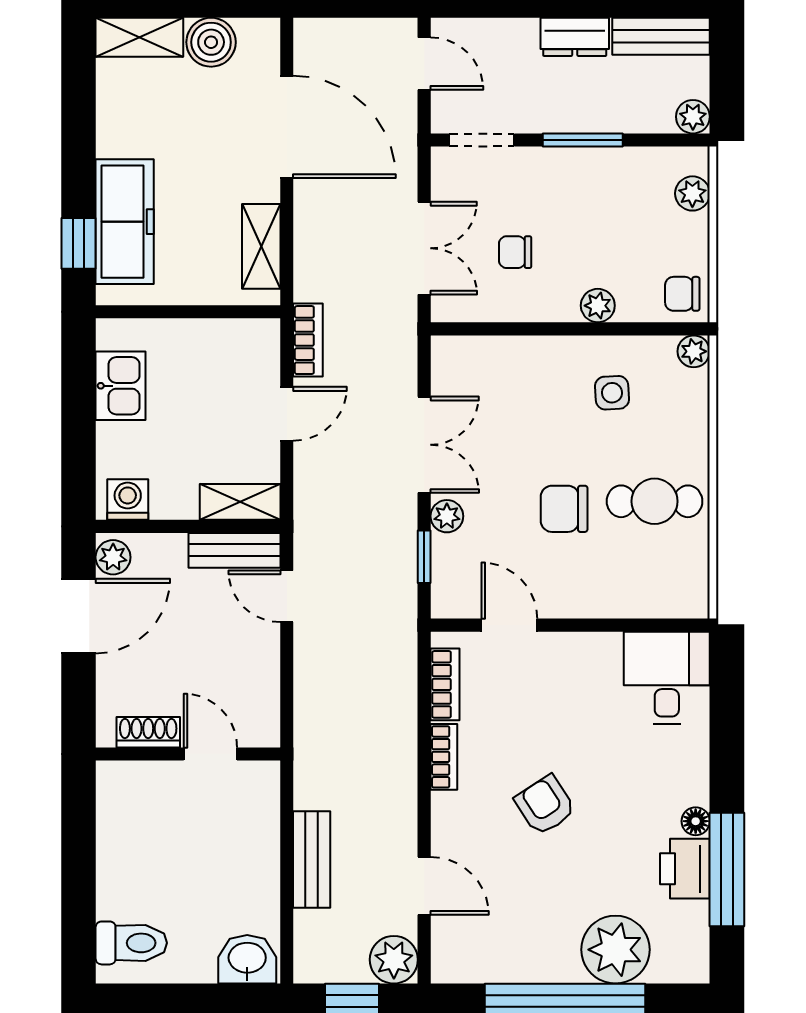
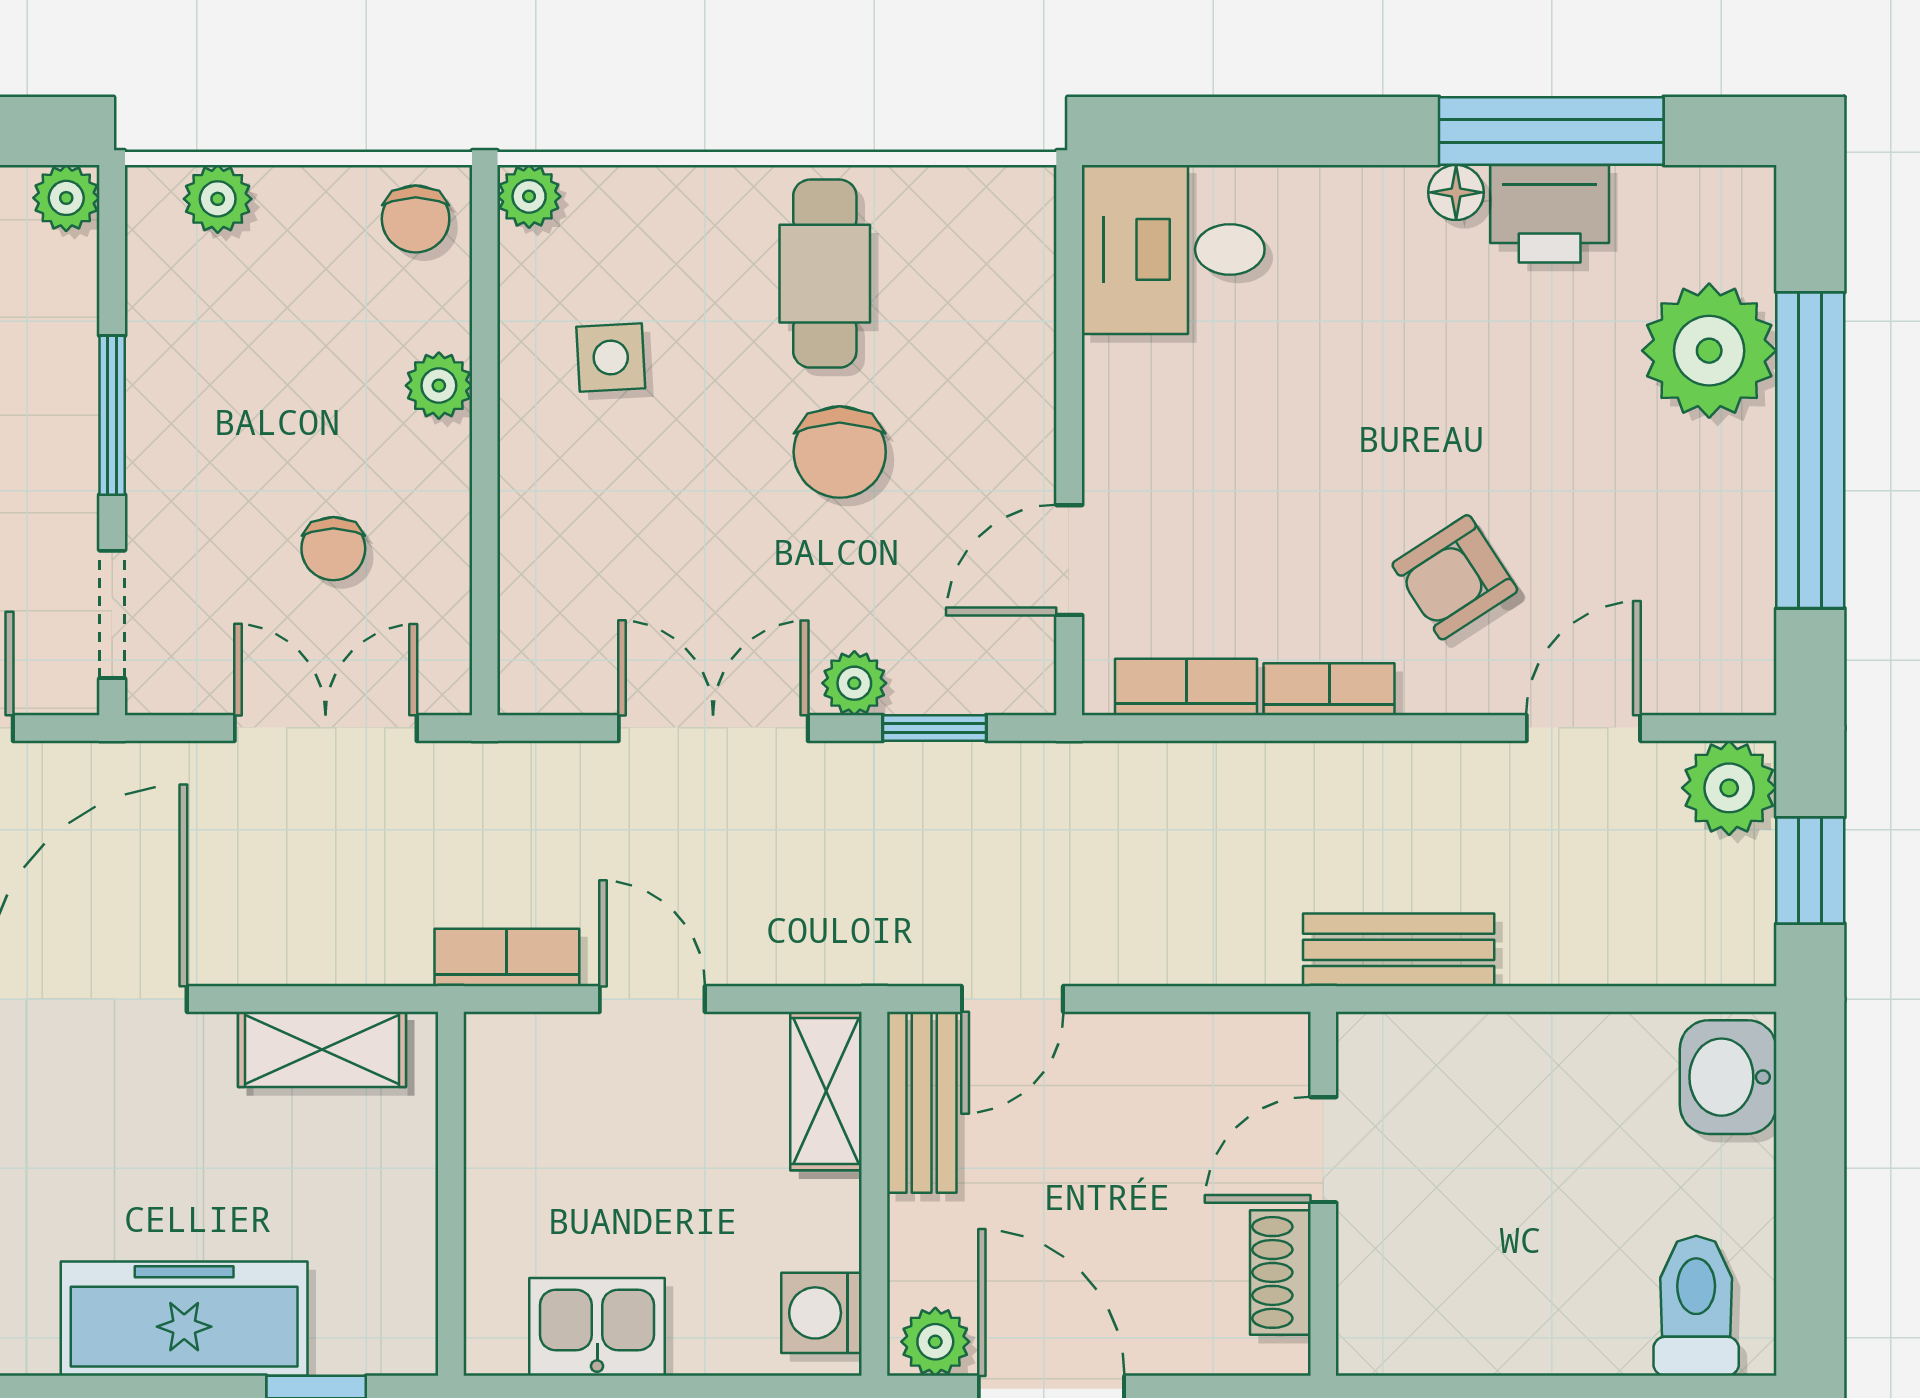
freezer: (125, 222) -> (184, 1319), moved
armchair: (545, 805) -> (1455, 577), moved
bench: (312, 860) -> (1399, 950), moved

